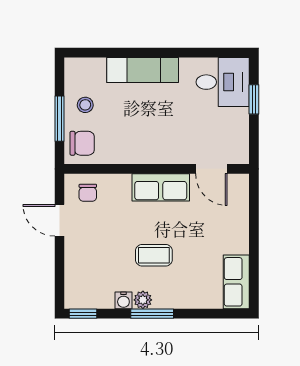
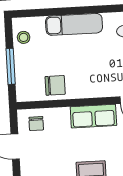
stool: (85, 105) -> (24, 37), moved
chair: (82, 143) -> (55, 85), moved

